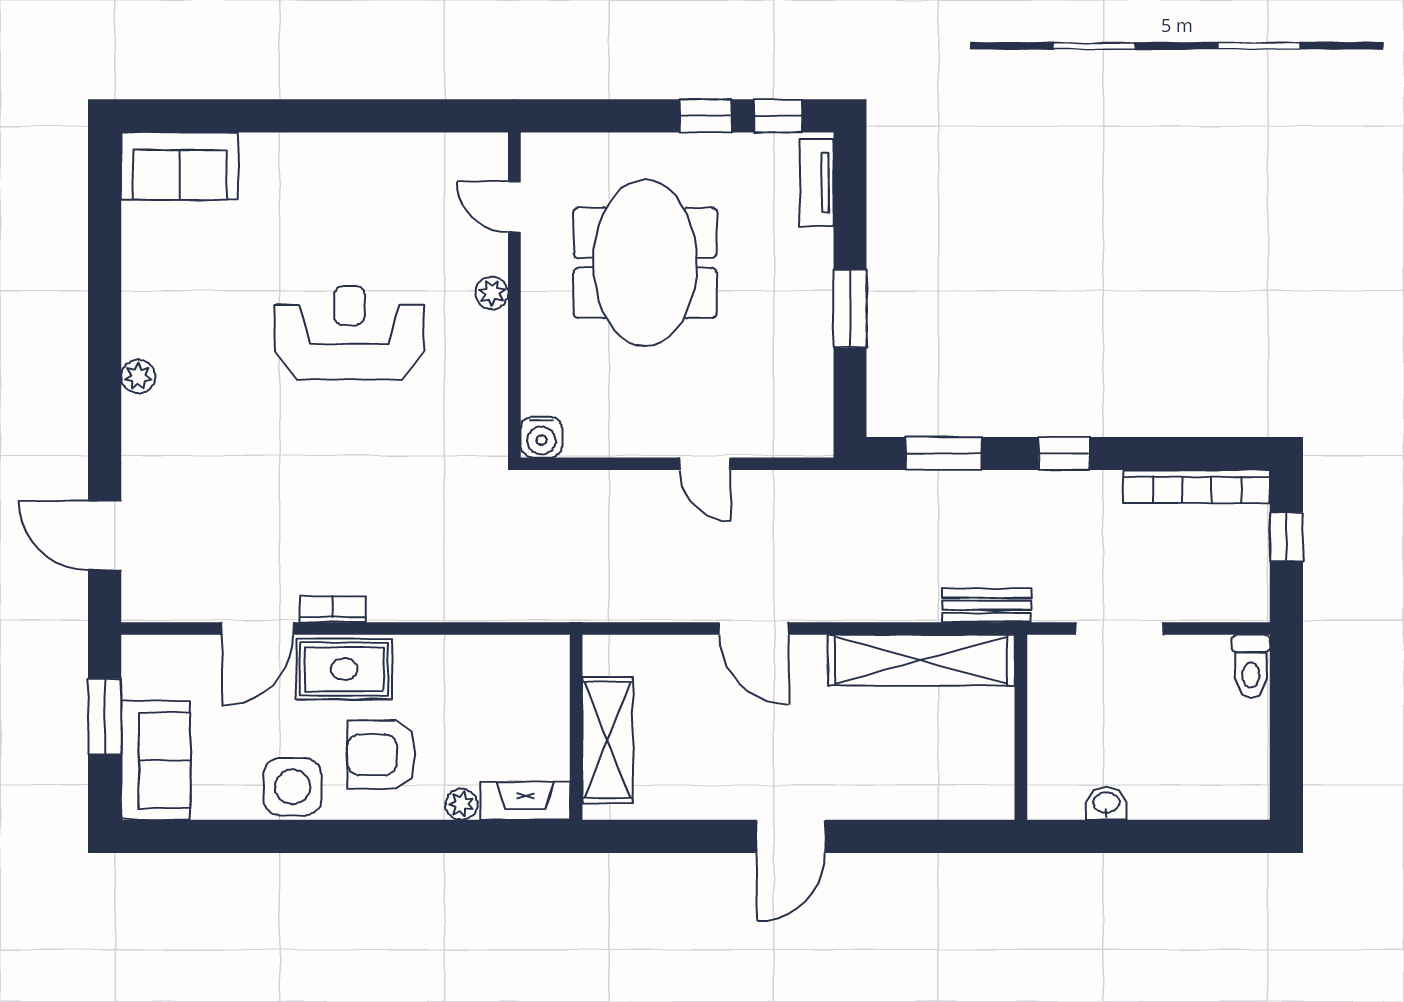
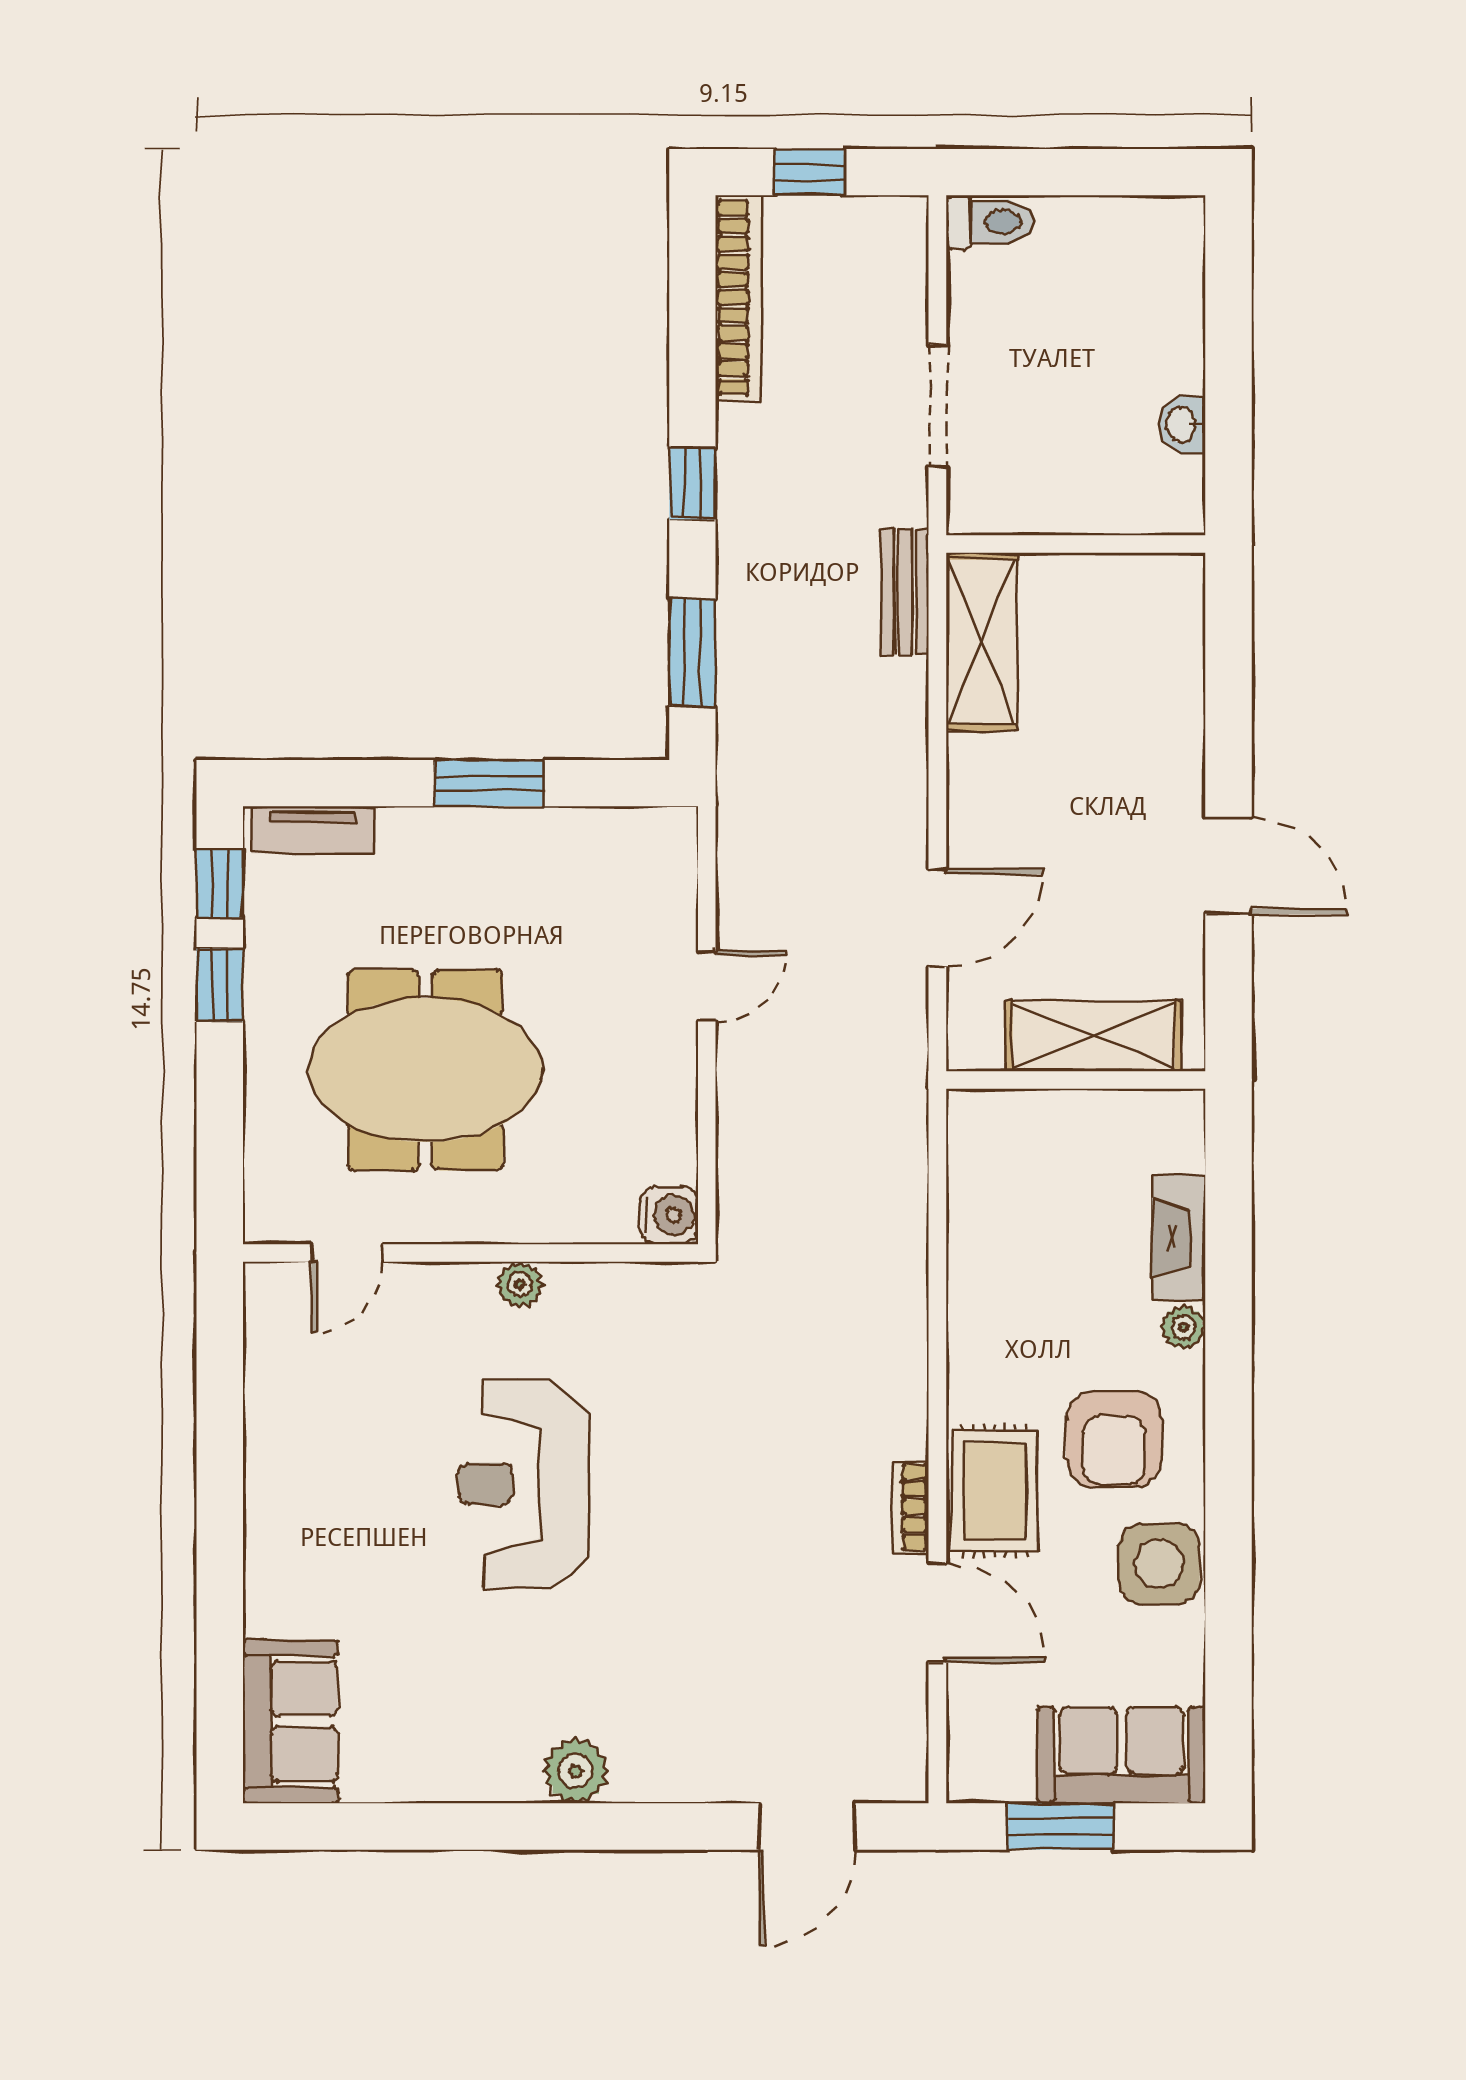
plant: (492, 293) -> (520, 1285), moved
plant: (138, 376) -> (576, 1771), width x1.38, depth x1.38
shelving: (921, 660) -> (982, 642), width x0.68
wall: (576, 727) -> (1076, 1080), moved
shelving: (608, 740) -> (1094, 1036), moved

